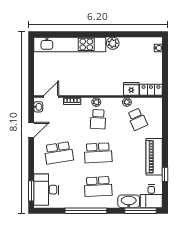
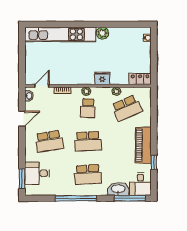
fridge: (131, 89) -> (102, 78), moved
school desk: (137, 119) -> (127, 108), width x1.85
desk: (46, 190) -> (37, 173), width x0.73

